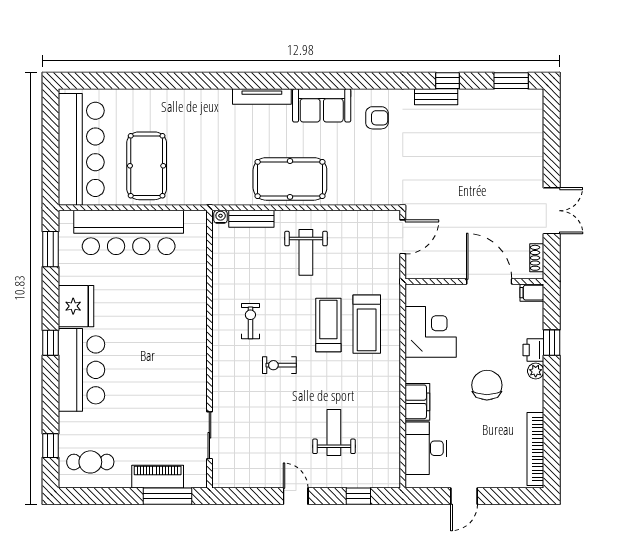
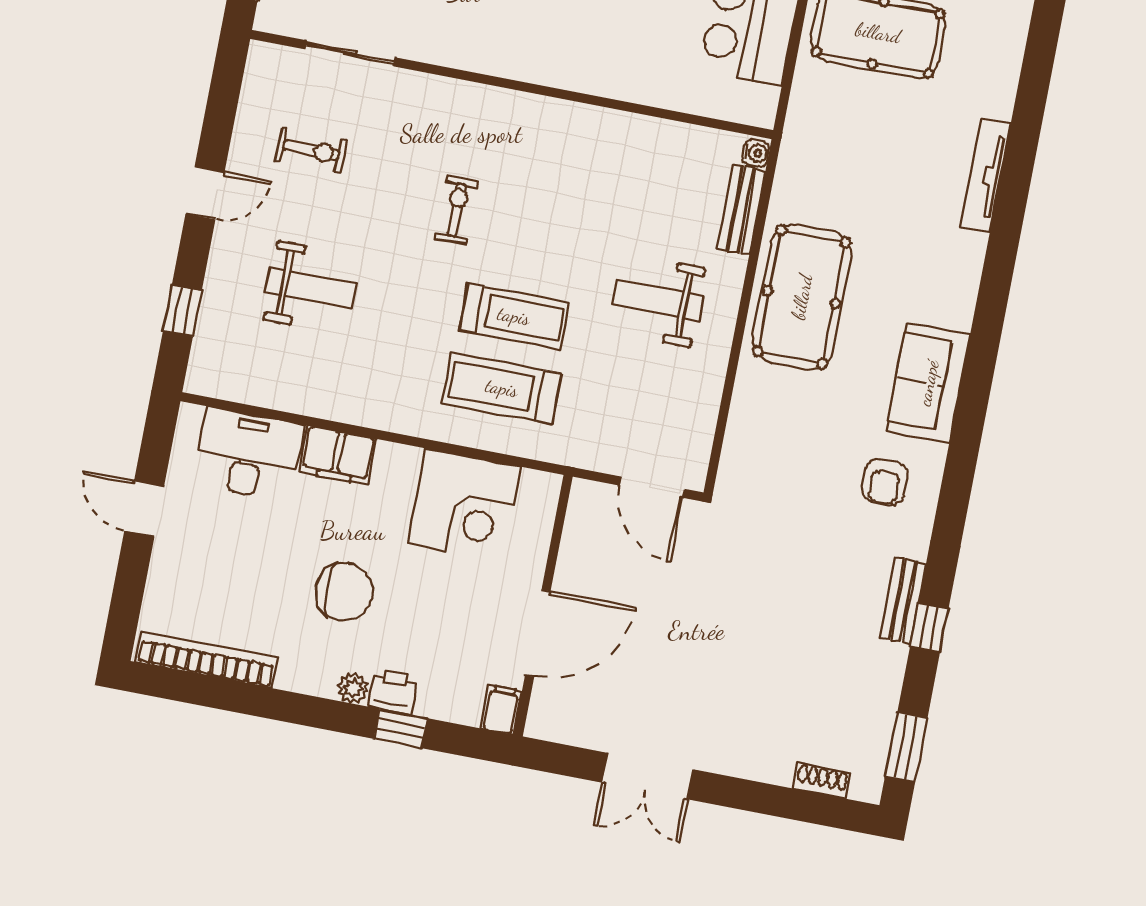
tv unit: (262, 96) -> (986, 175), moved
shoe rack: (537, 258) -> (822, 781), moved
exercise bike: (250, 321) -> (311, 150), moved

